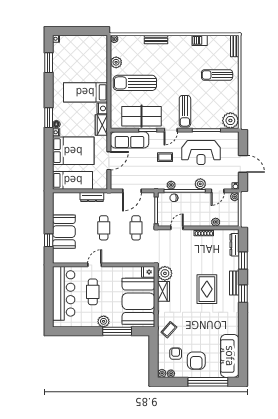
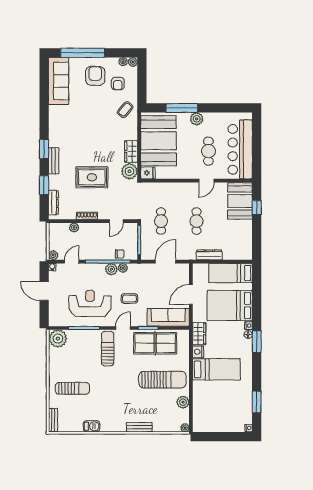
plant: (200, 184) -> (111, 269), moved
booth: (64, 232) -> (240, 201), moved
rug: (207, 289) -> (92, 177), moved, turned 90

